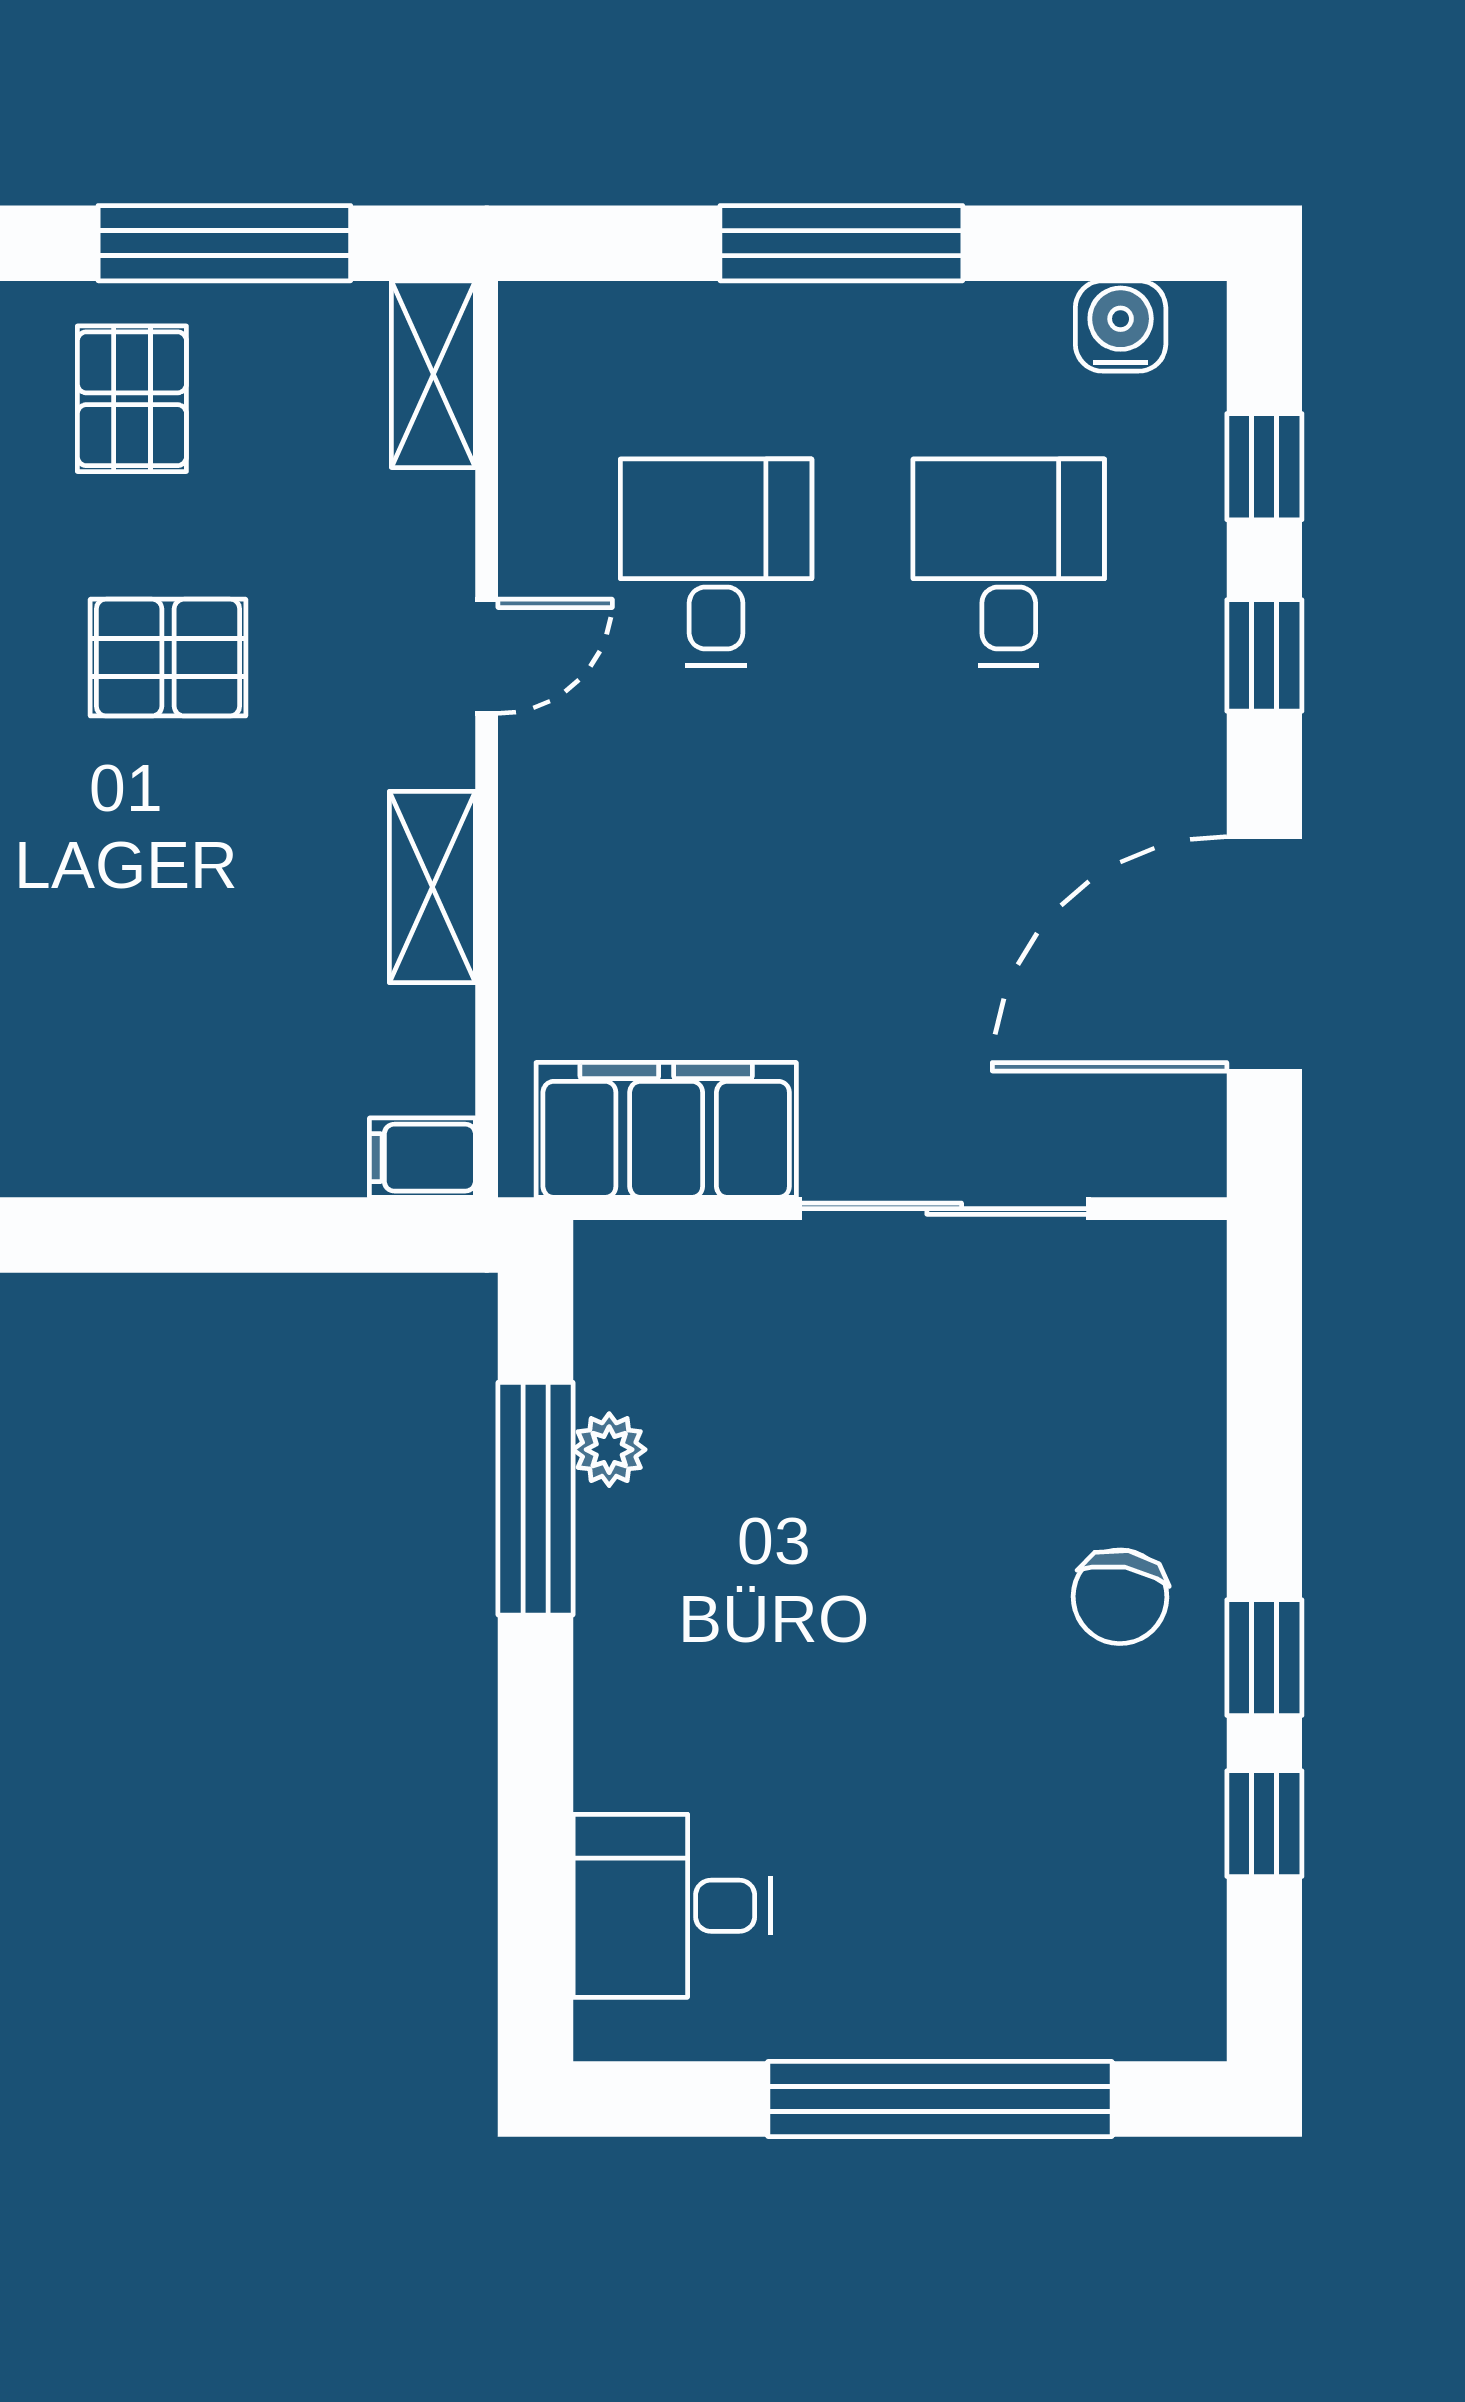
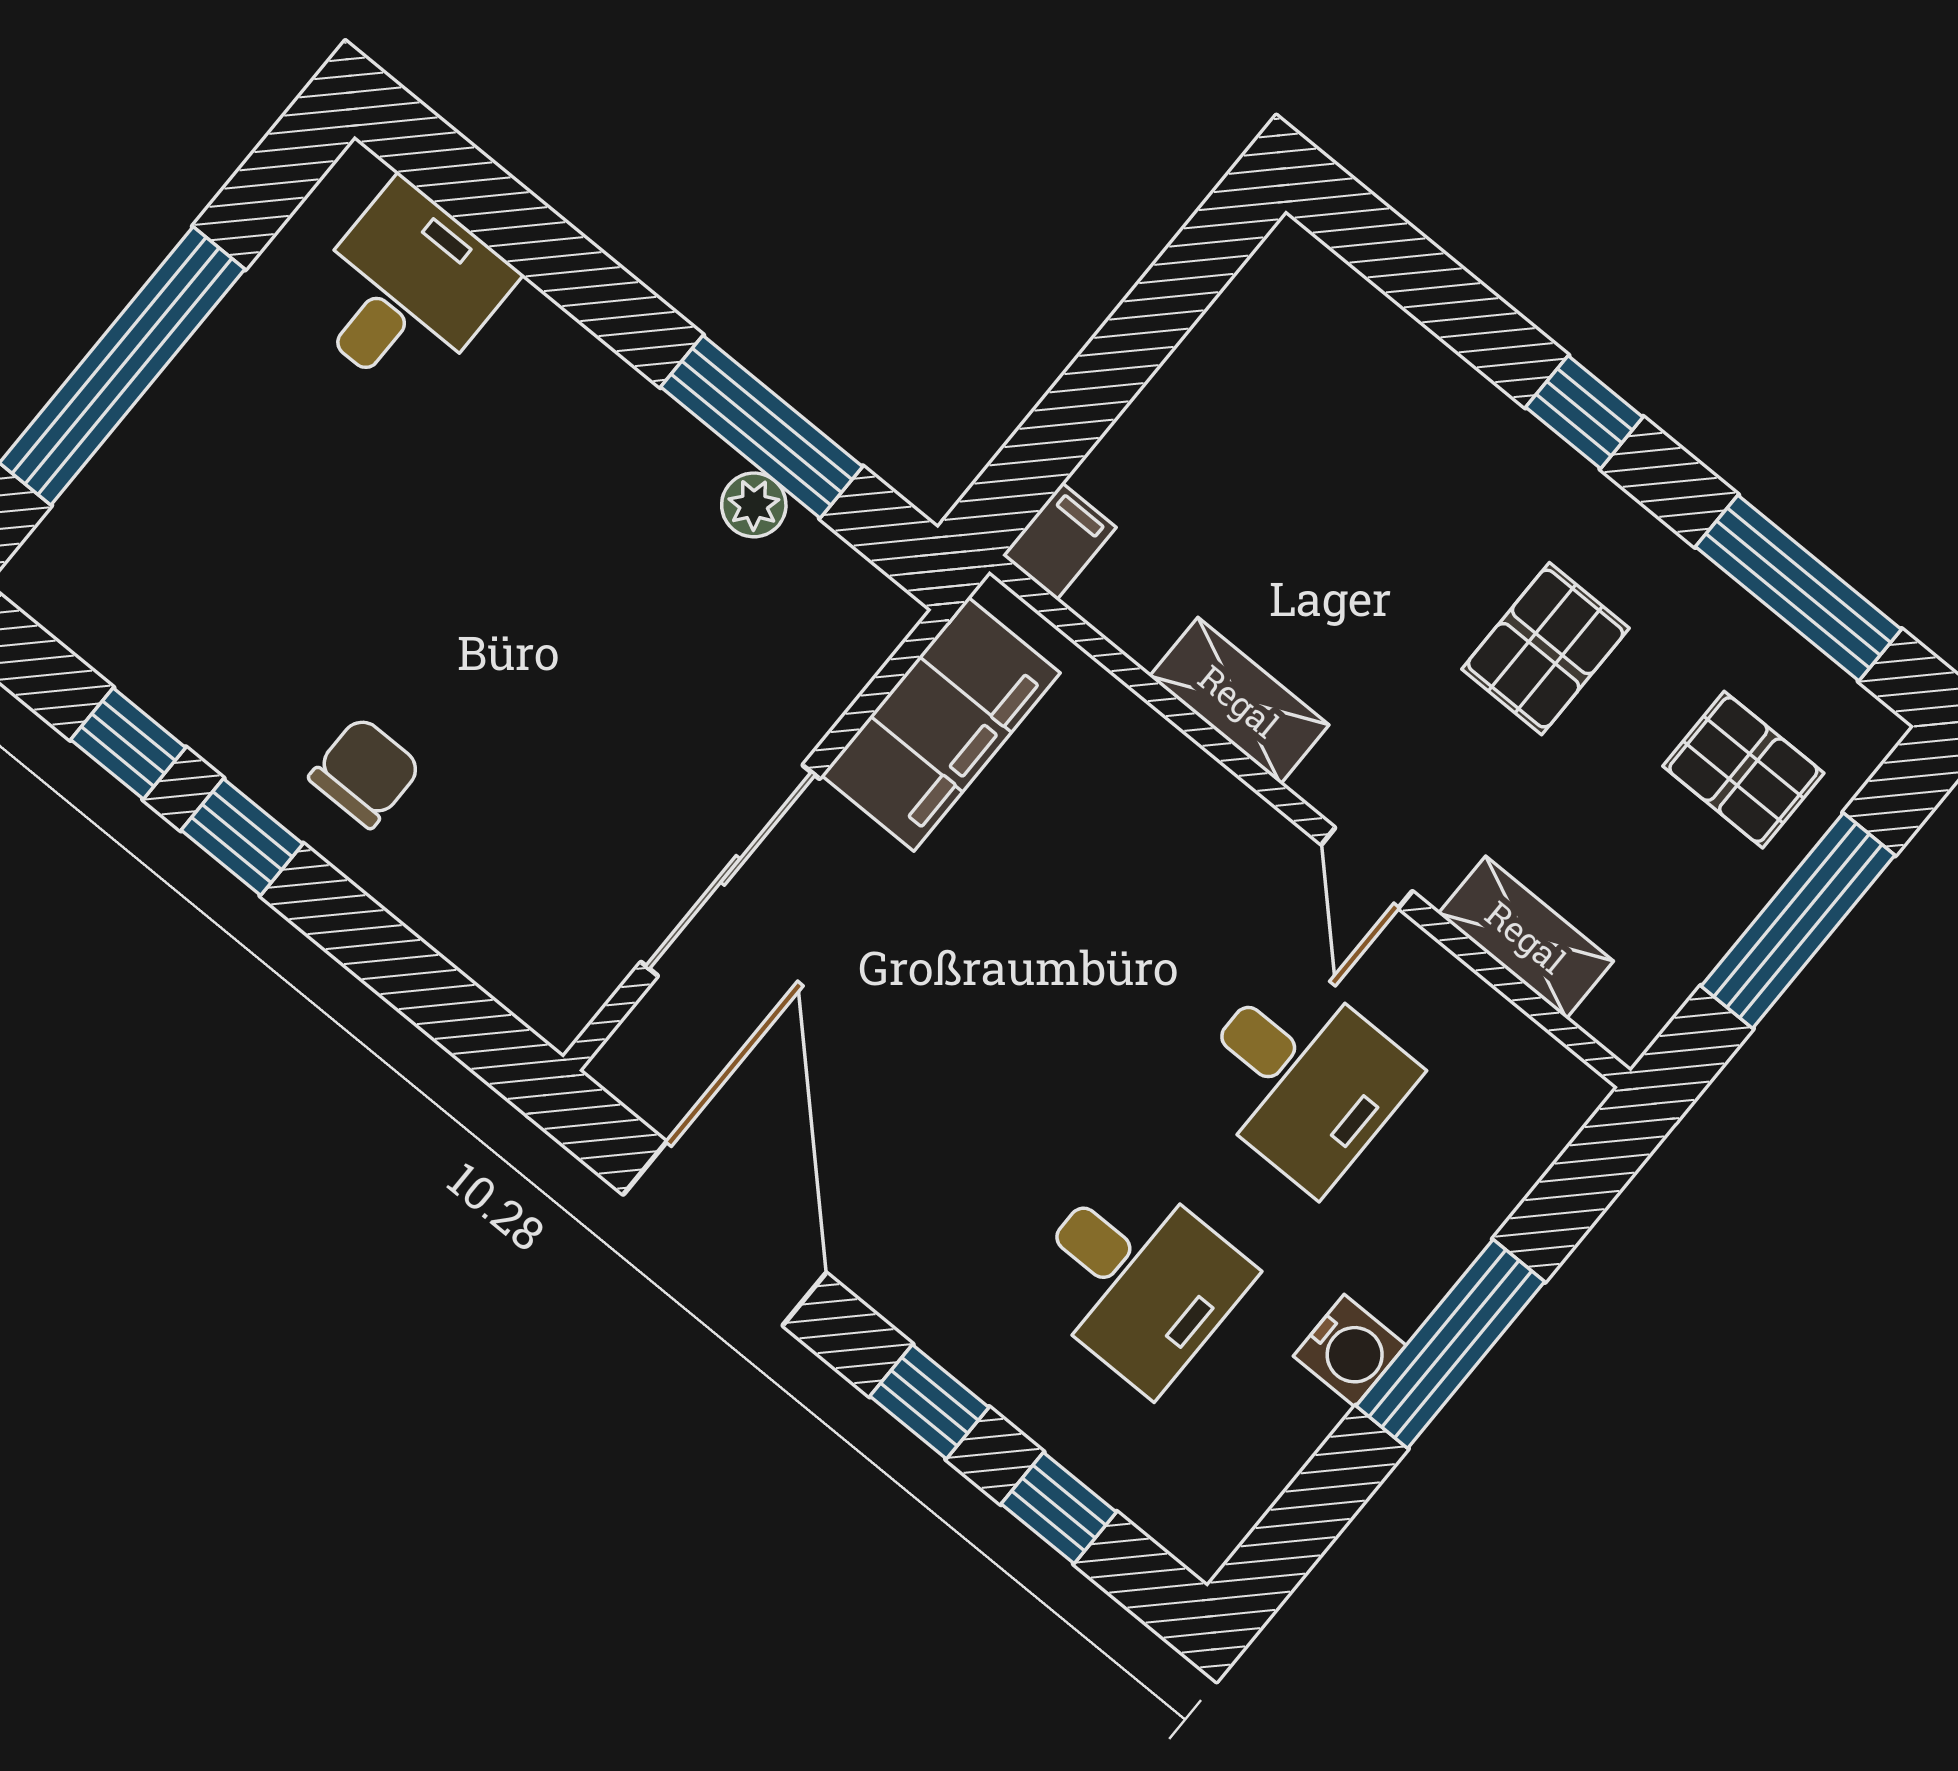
water cooler: (1121, 326) -> (1350, 1351), moved
shelving: (433, 374) -> (1526, 937), moved
chair: (1120, 1597) -> (365, 772), turned 80

